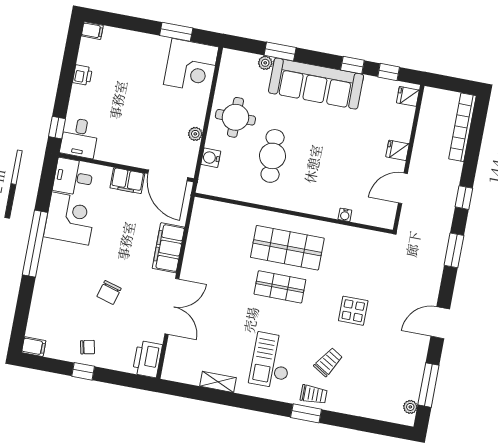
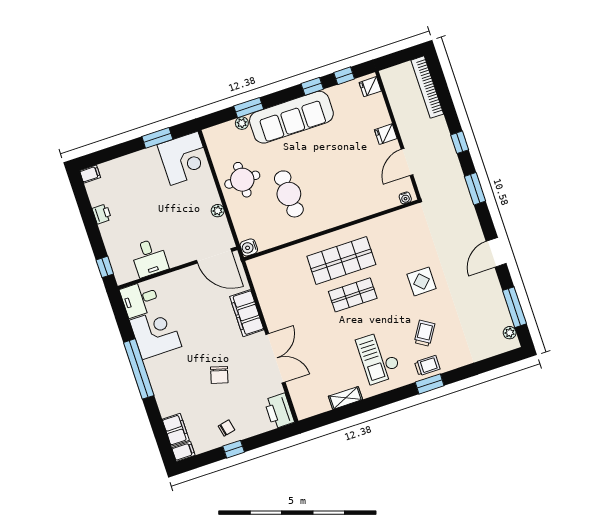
desk: (79, 138) -> (149, 258), moved
water cooler: (211, 158) -> (249, 247), moved
filing cabinet: (127, 181) -> (176, 430), moved, turned -90
water cooler: (345, 215) -> (405, 198), moved

